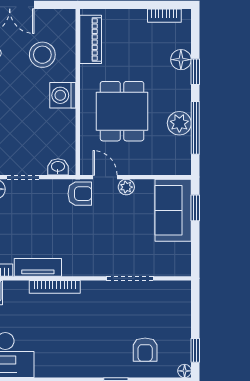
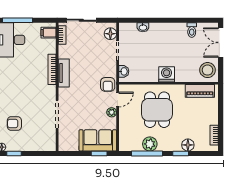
stool: (42, 55) -> (208, 70), moved
dining table: (122, 111) -> (157, 110), turned 90
tv unit: (38, 267) -> (64, 73), moved

